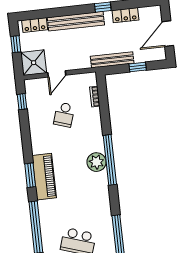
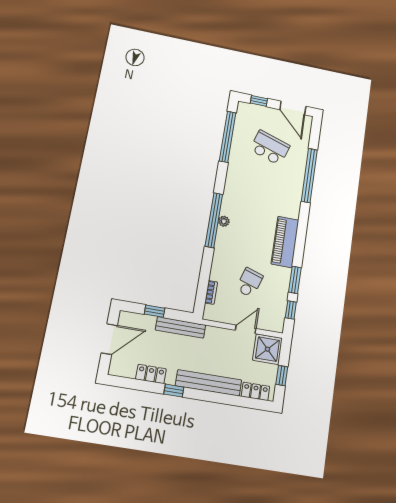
plant: (97, 162) -> (224, 221), width x0.53, depth x0.53
window: (30, 175) -> (295, 280), moved
piano: (44, 177) -> (285, 242), moved

